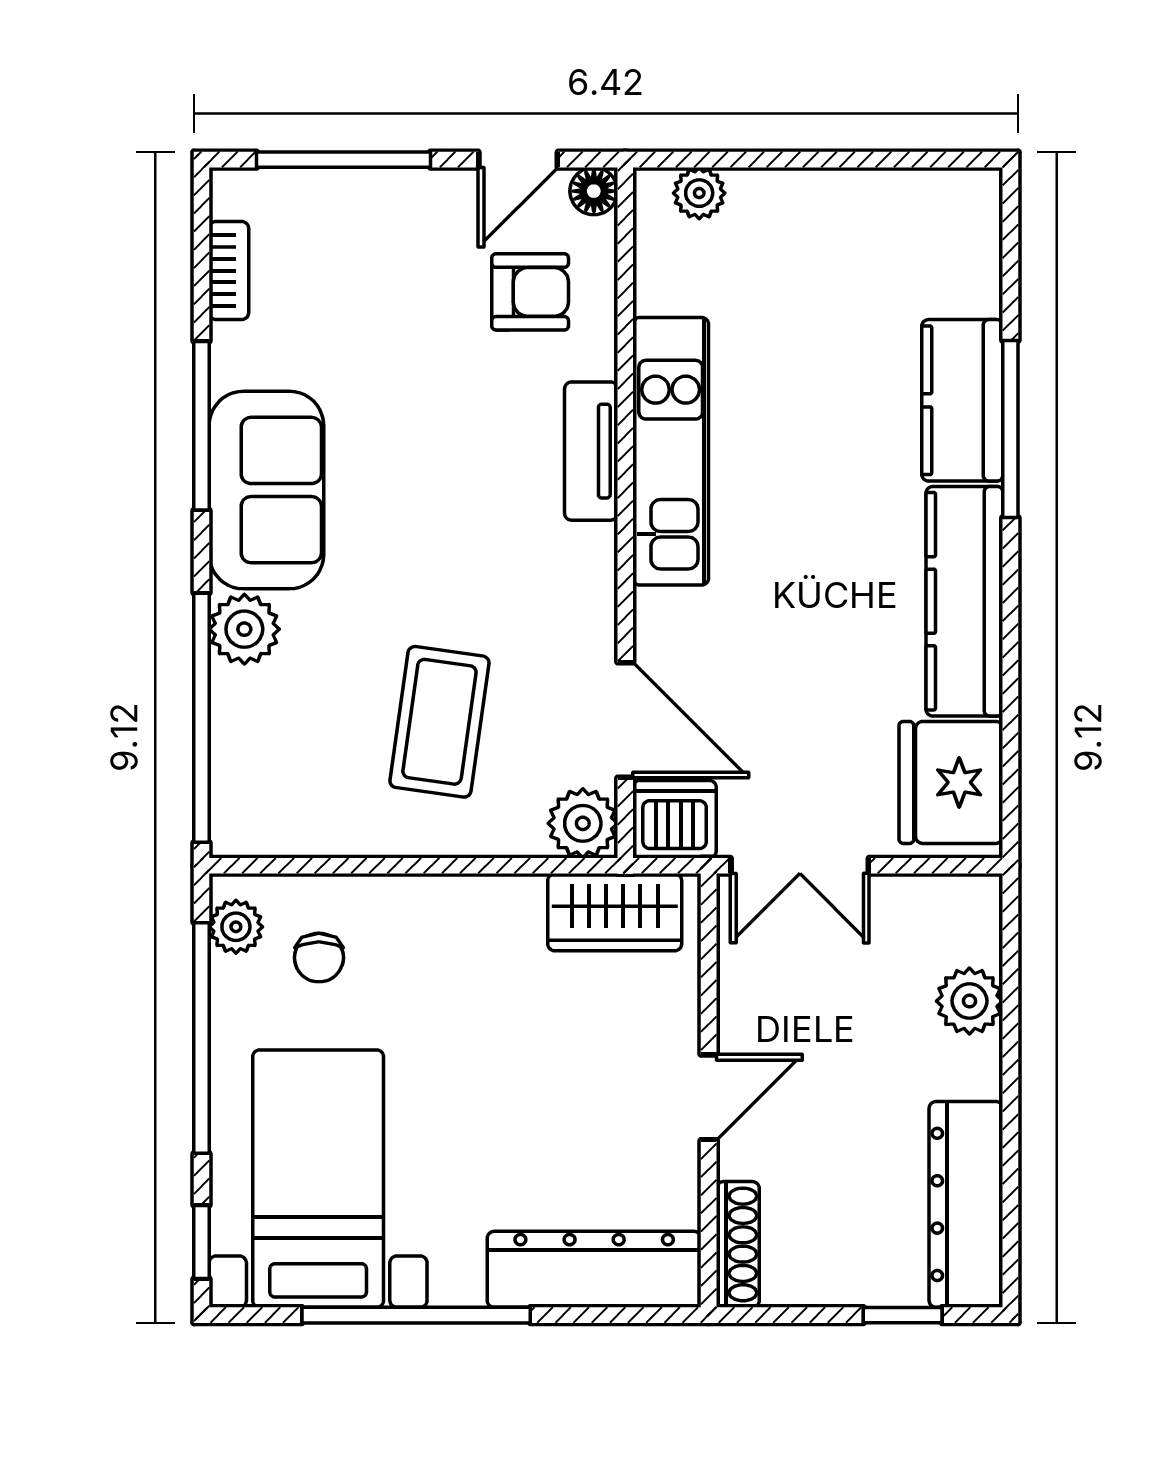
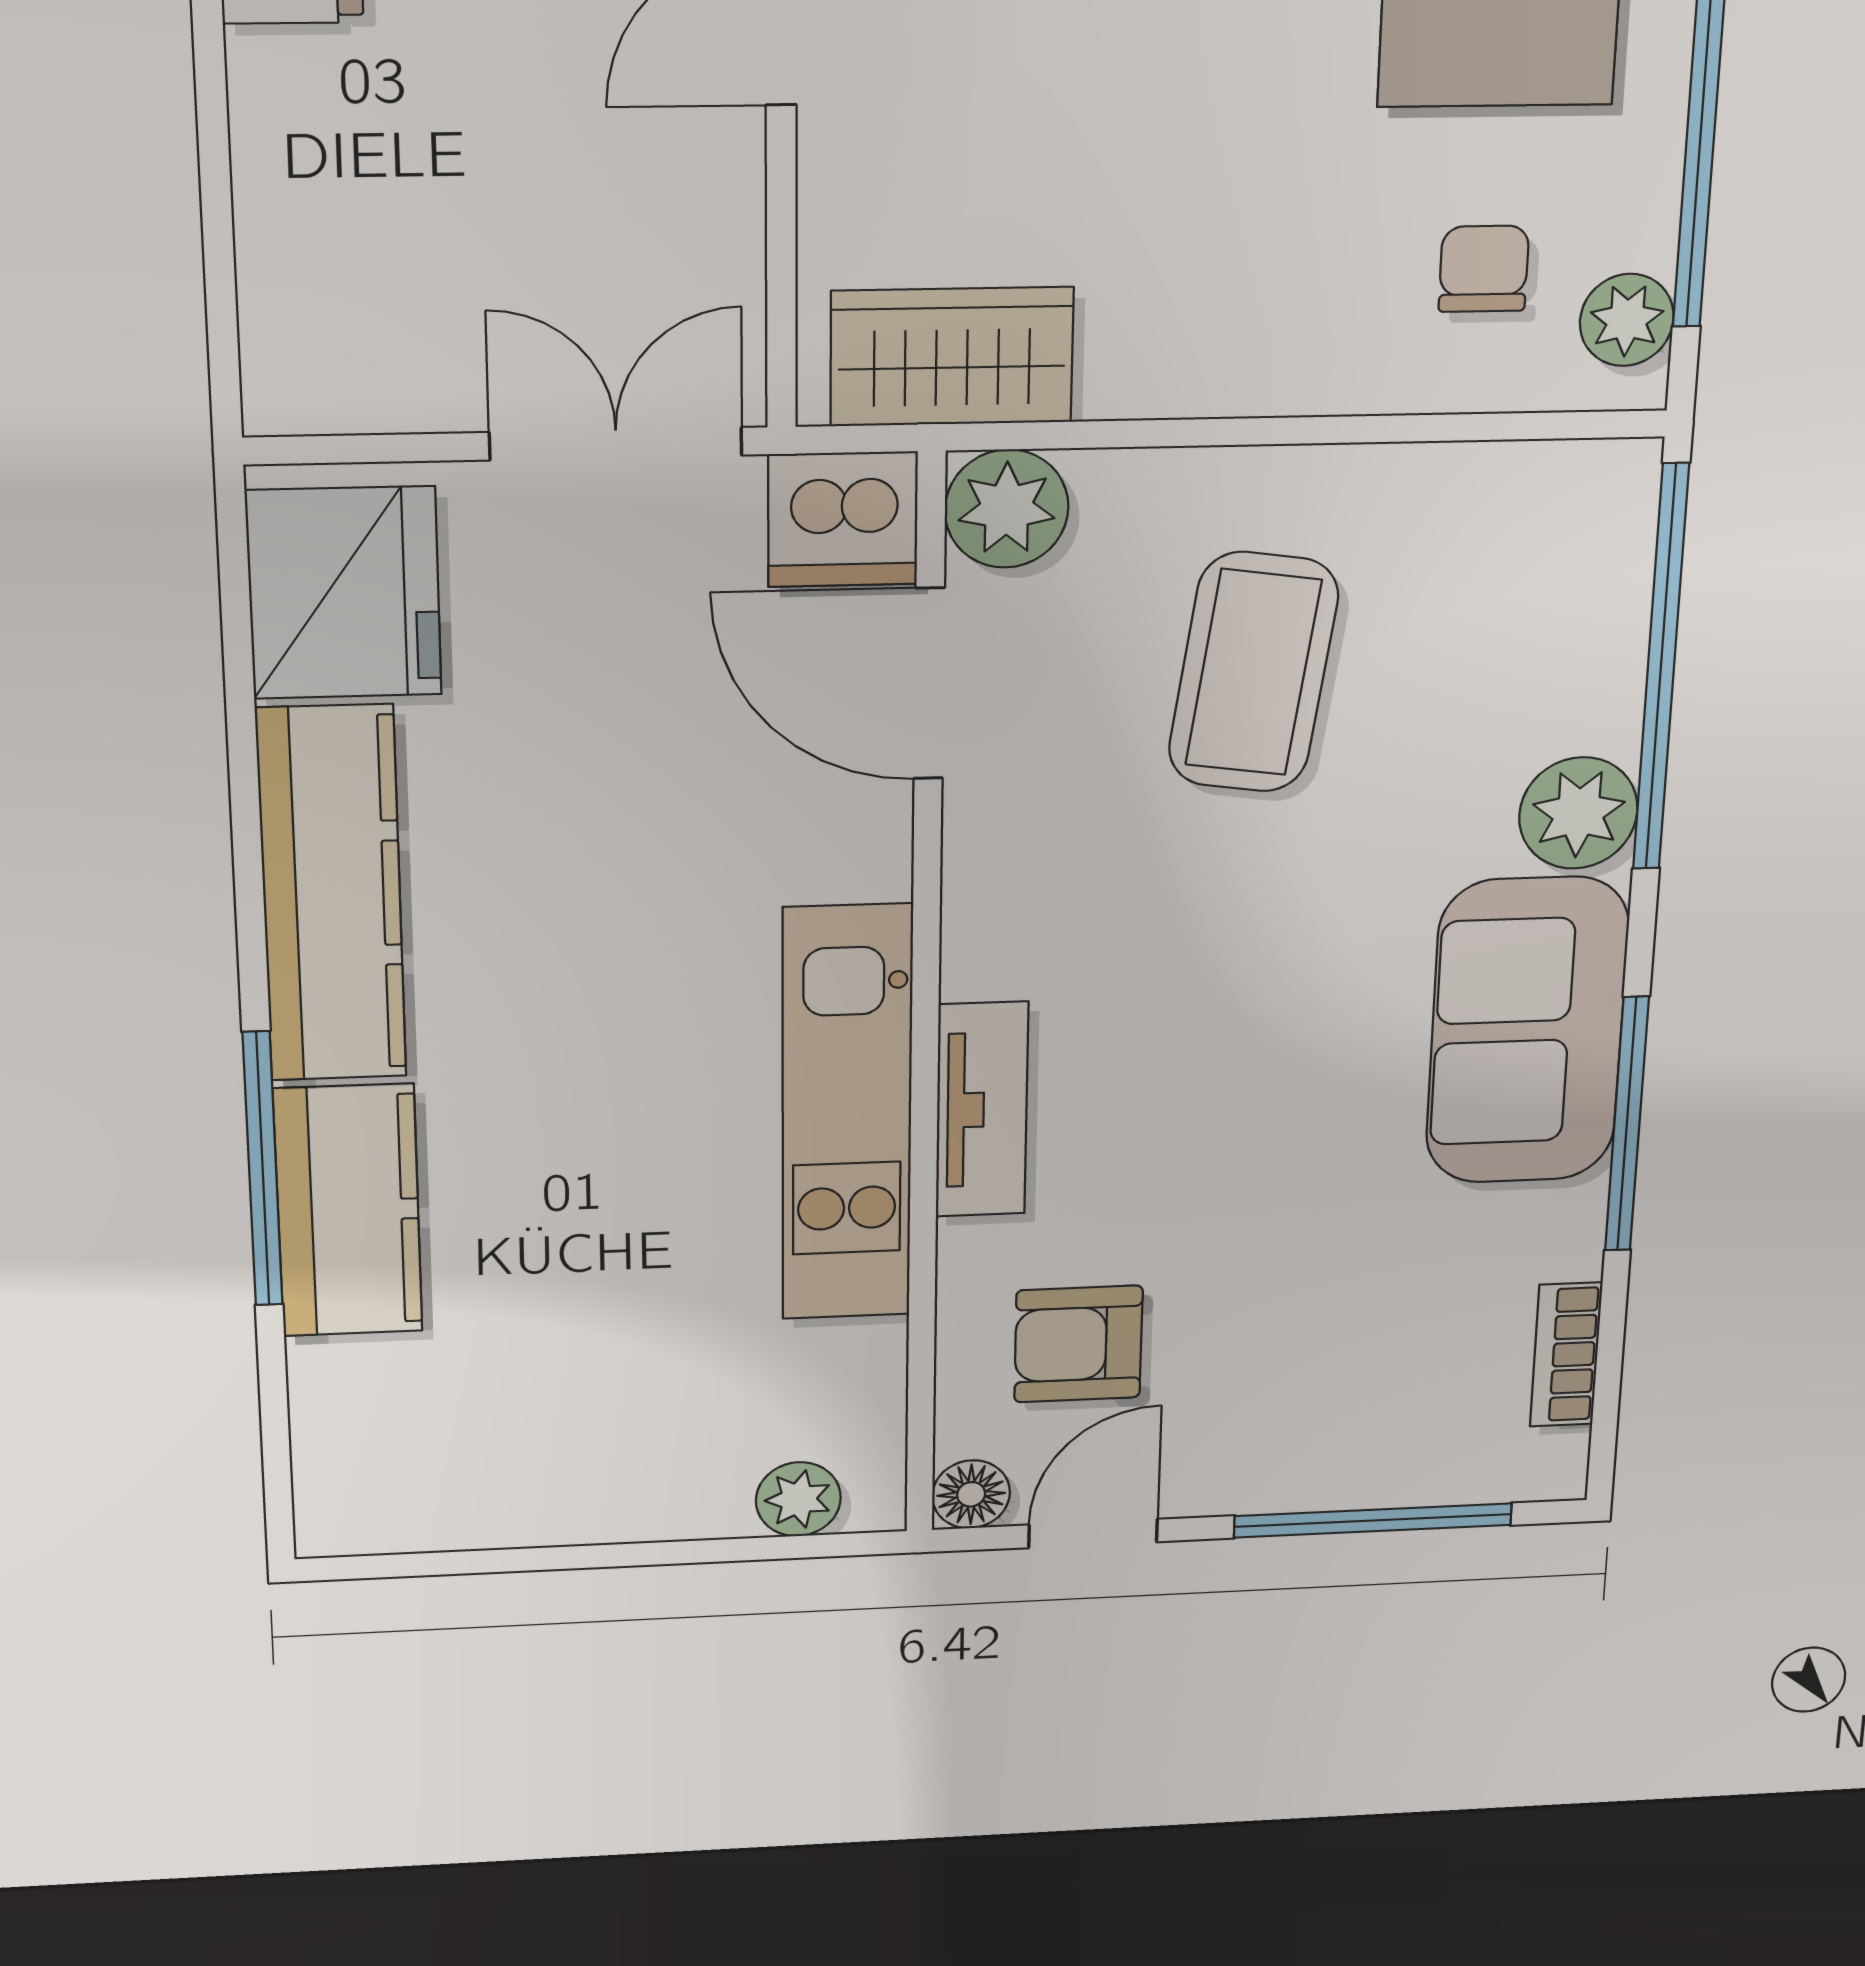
plant: (969, 1001) -> (294, 209), removed

